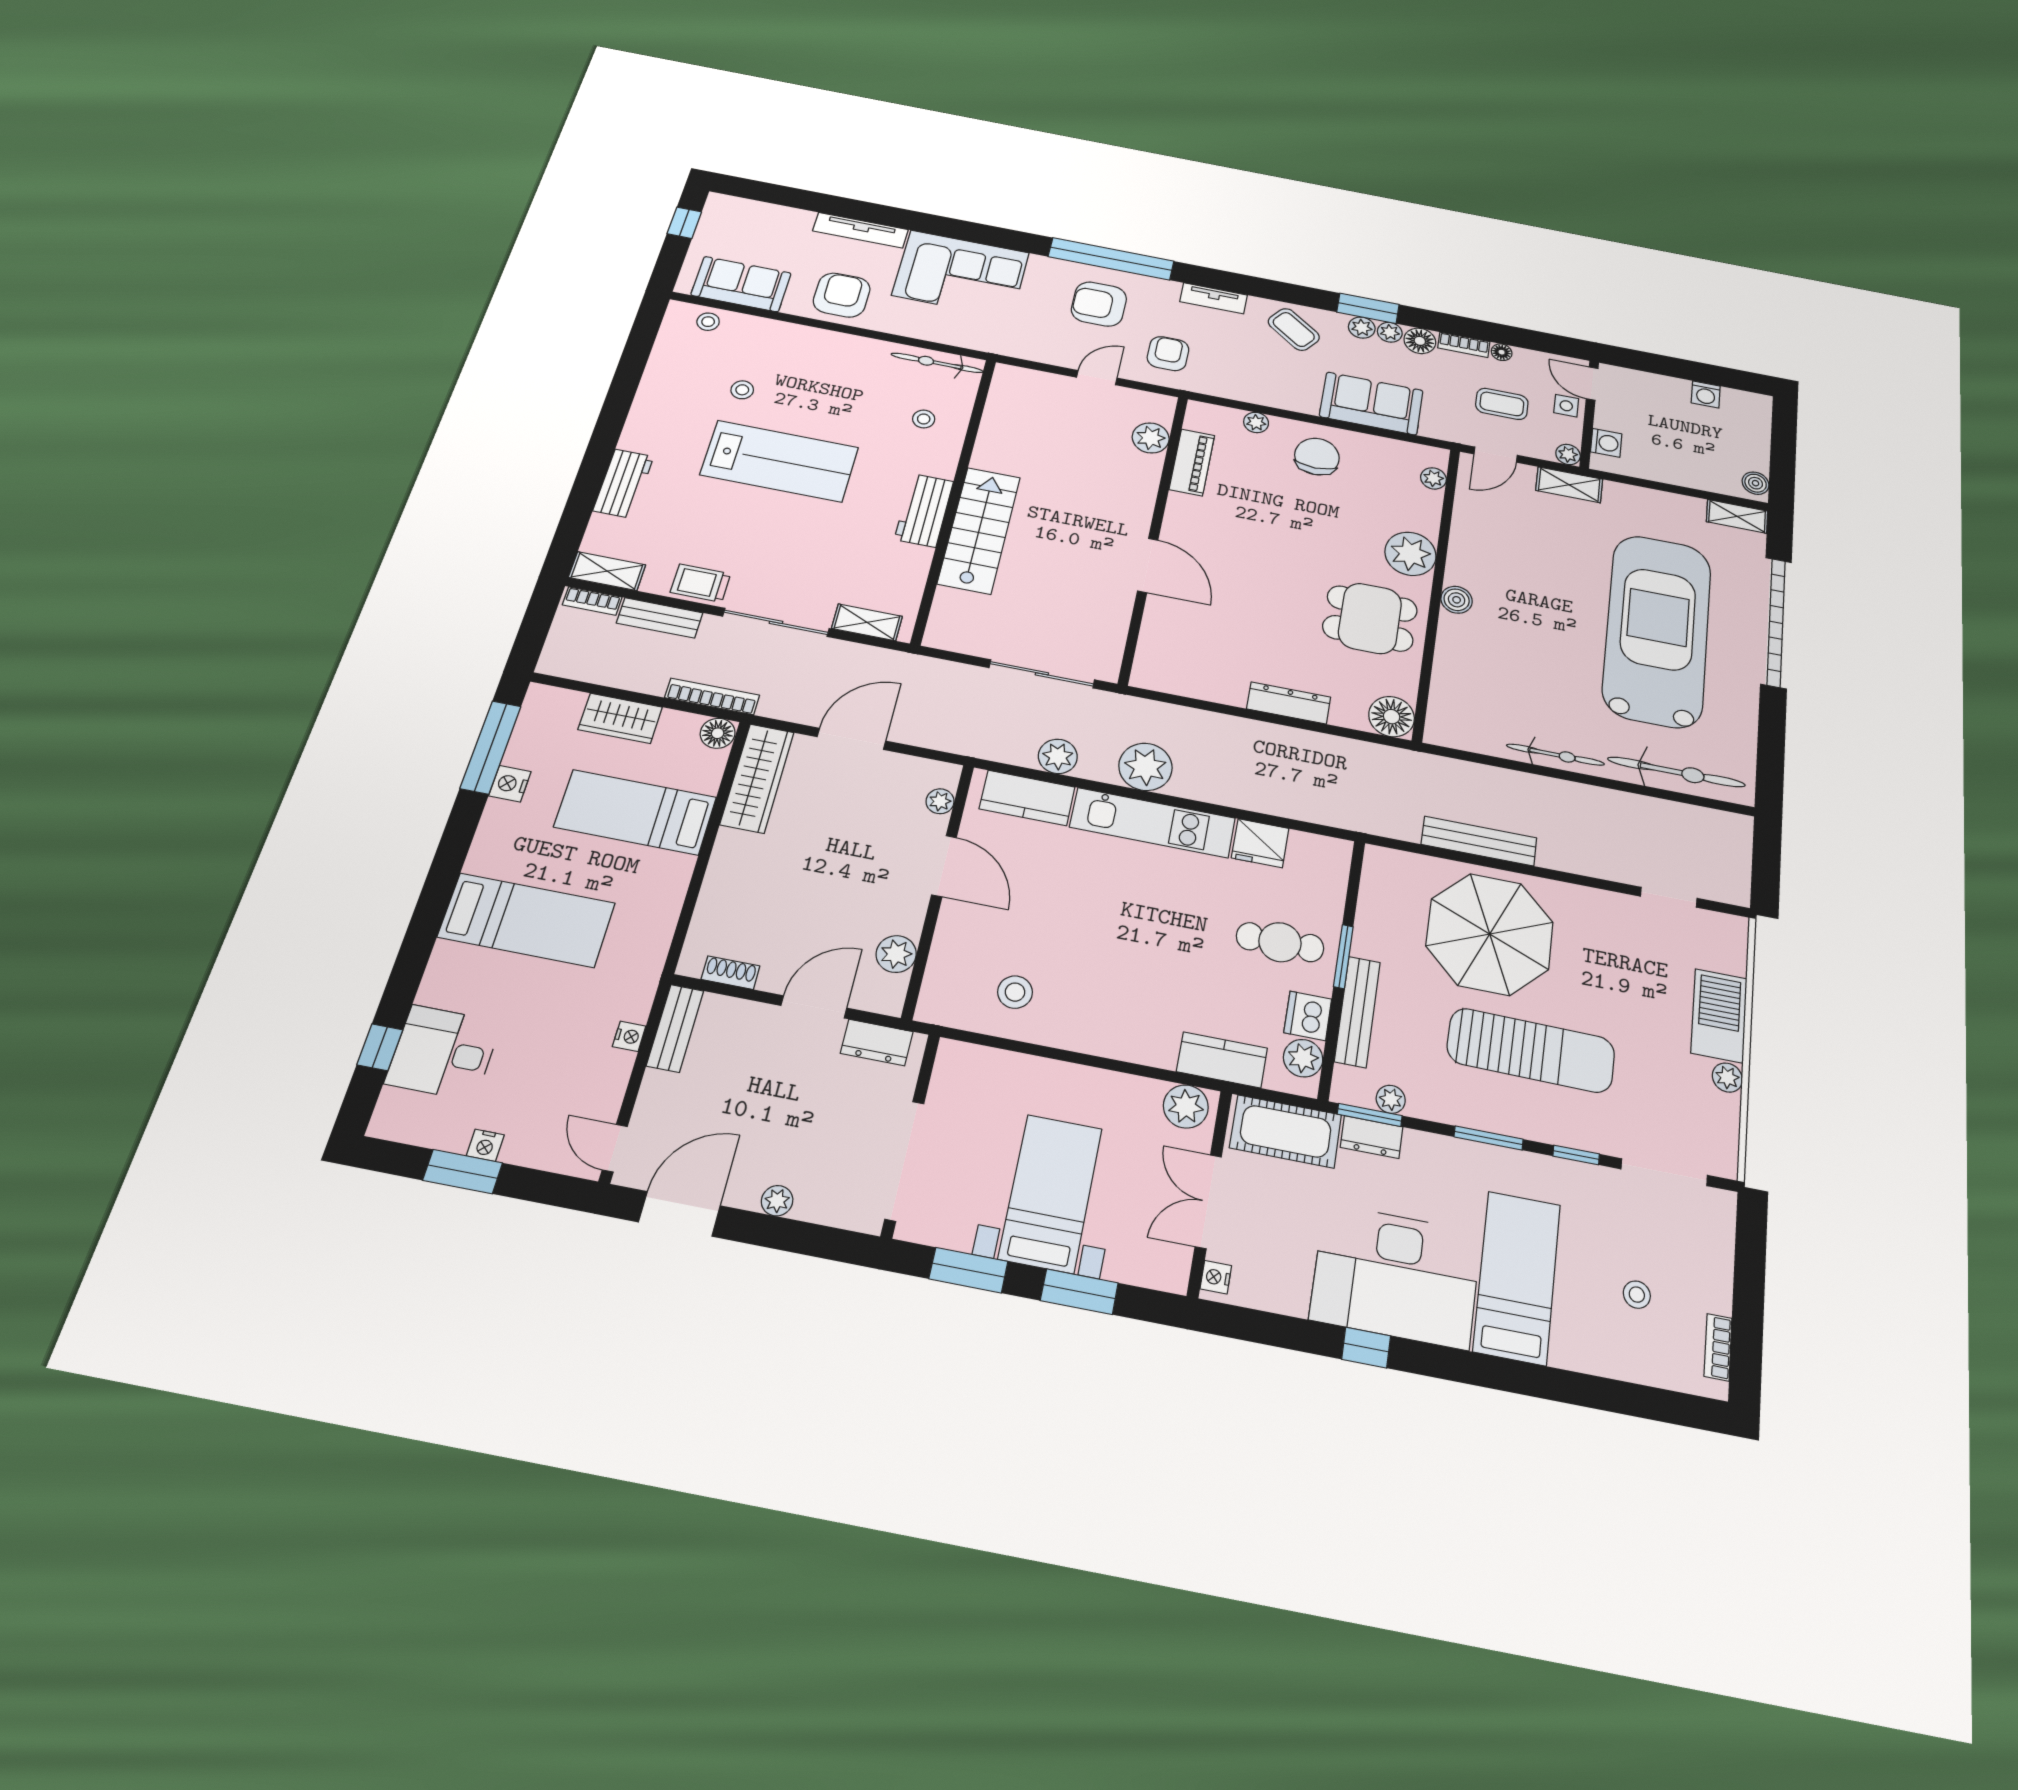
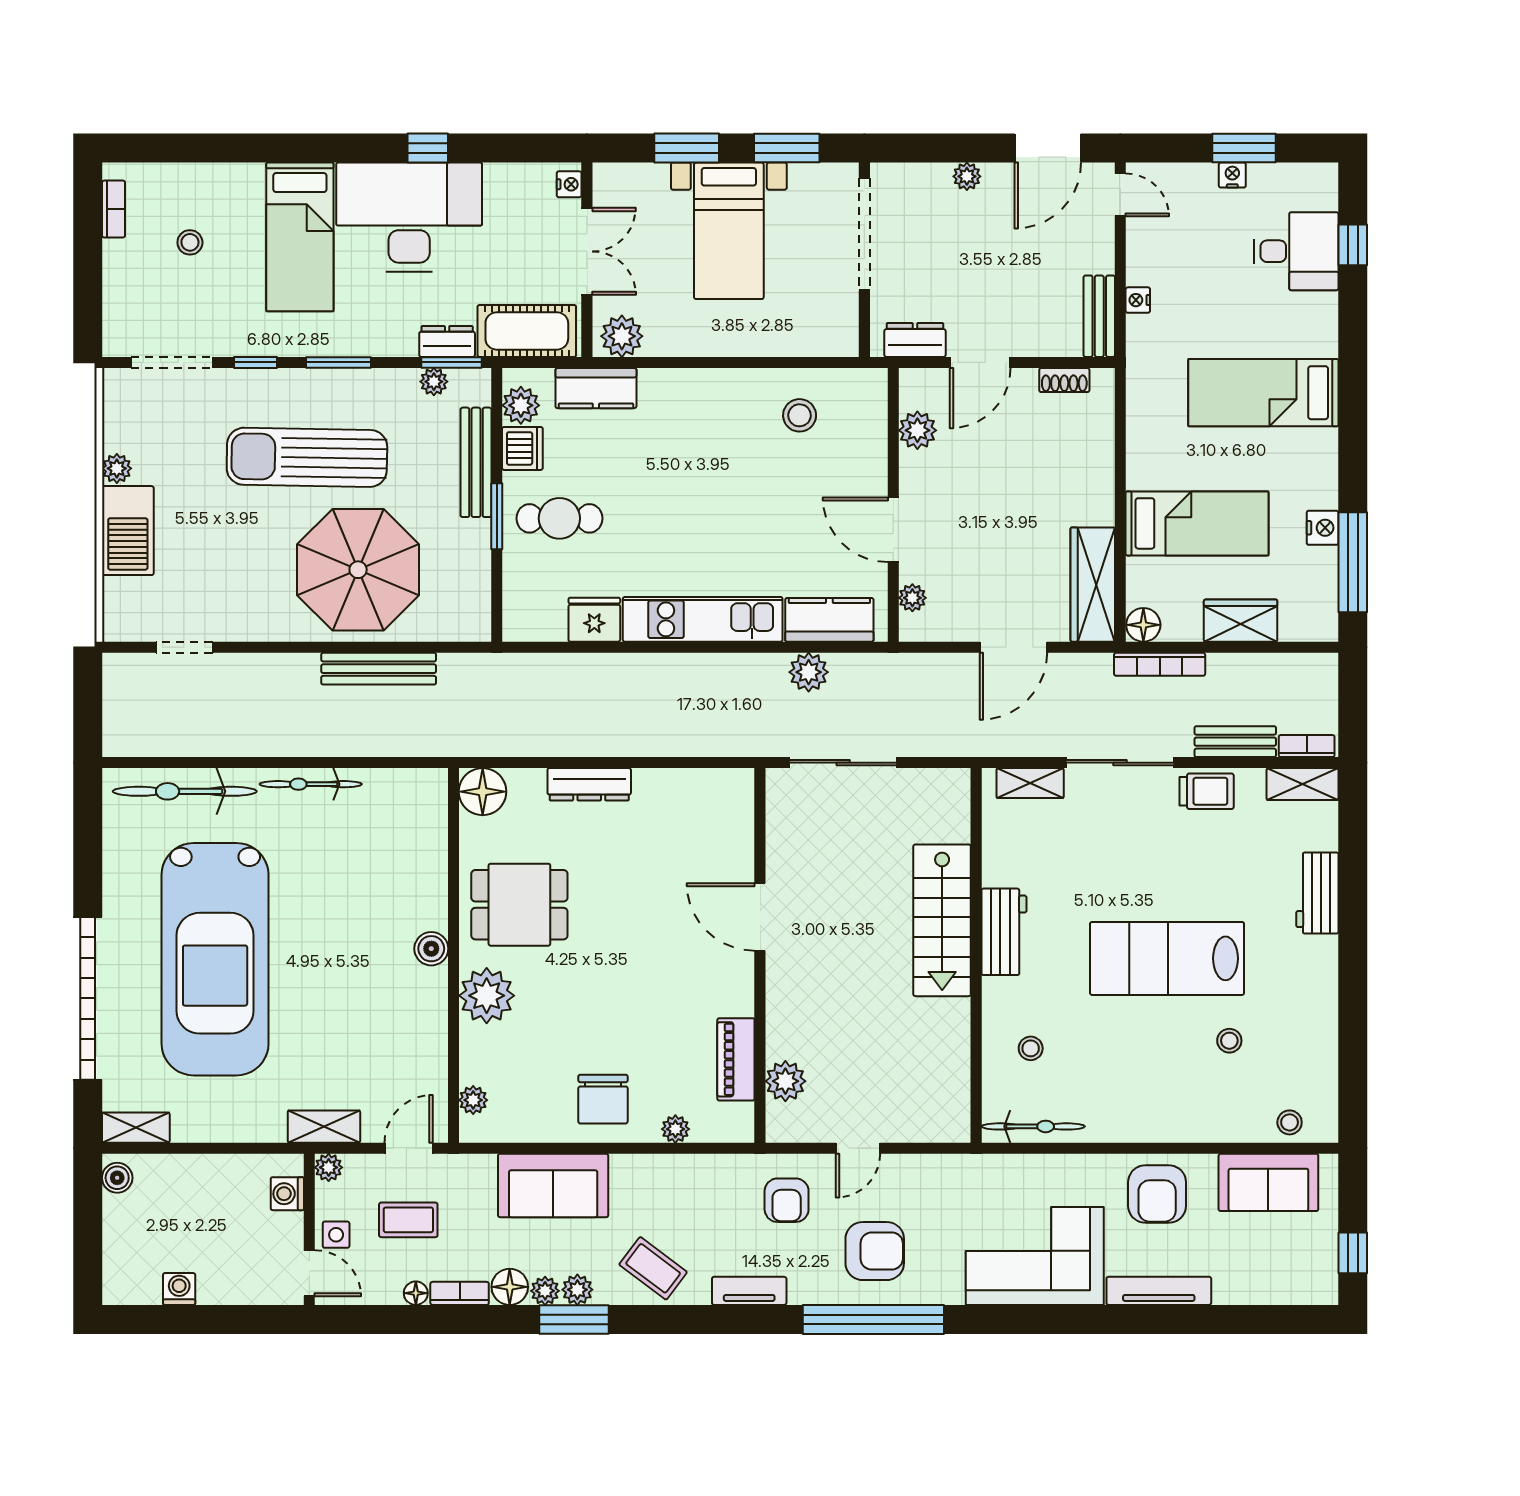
plant: (1145, 767) -> (720, 679), removed

